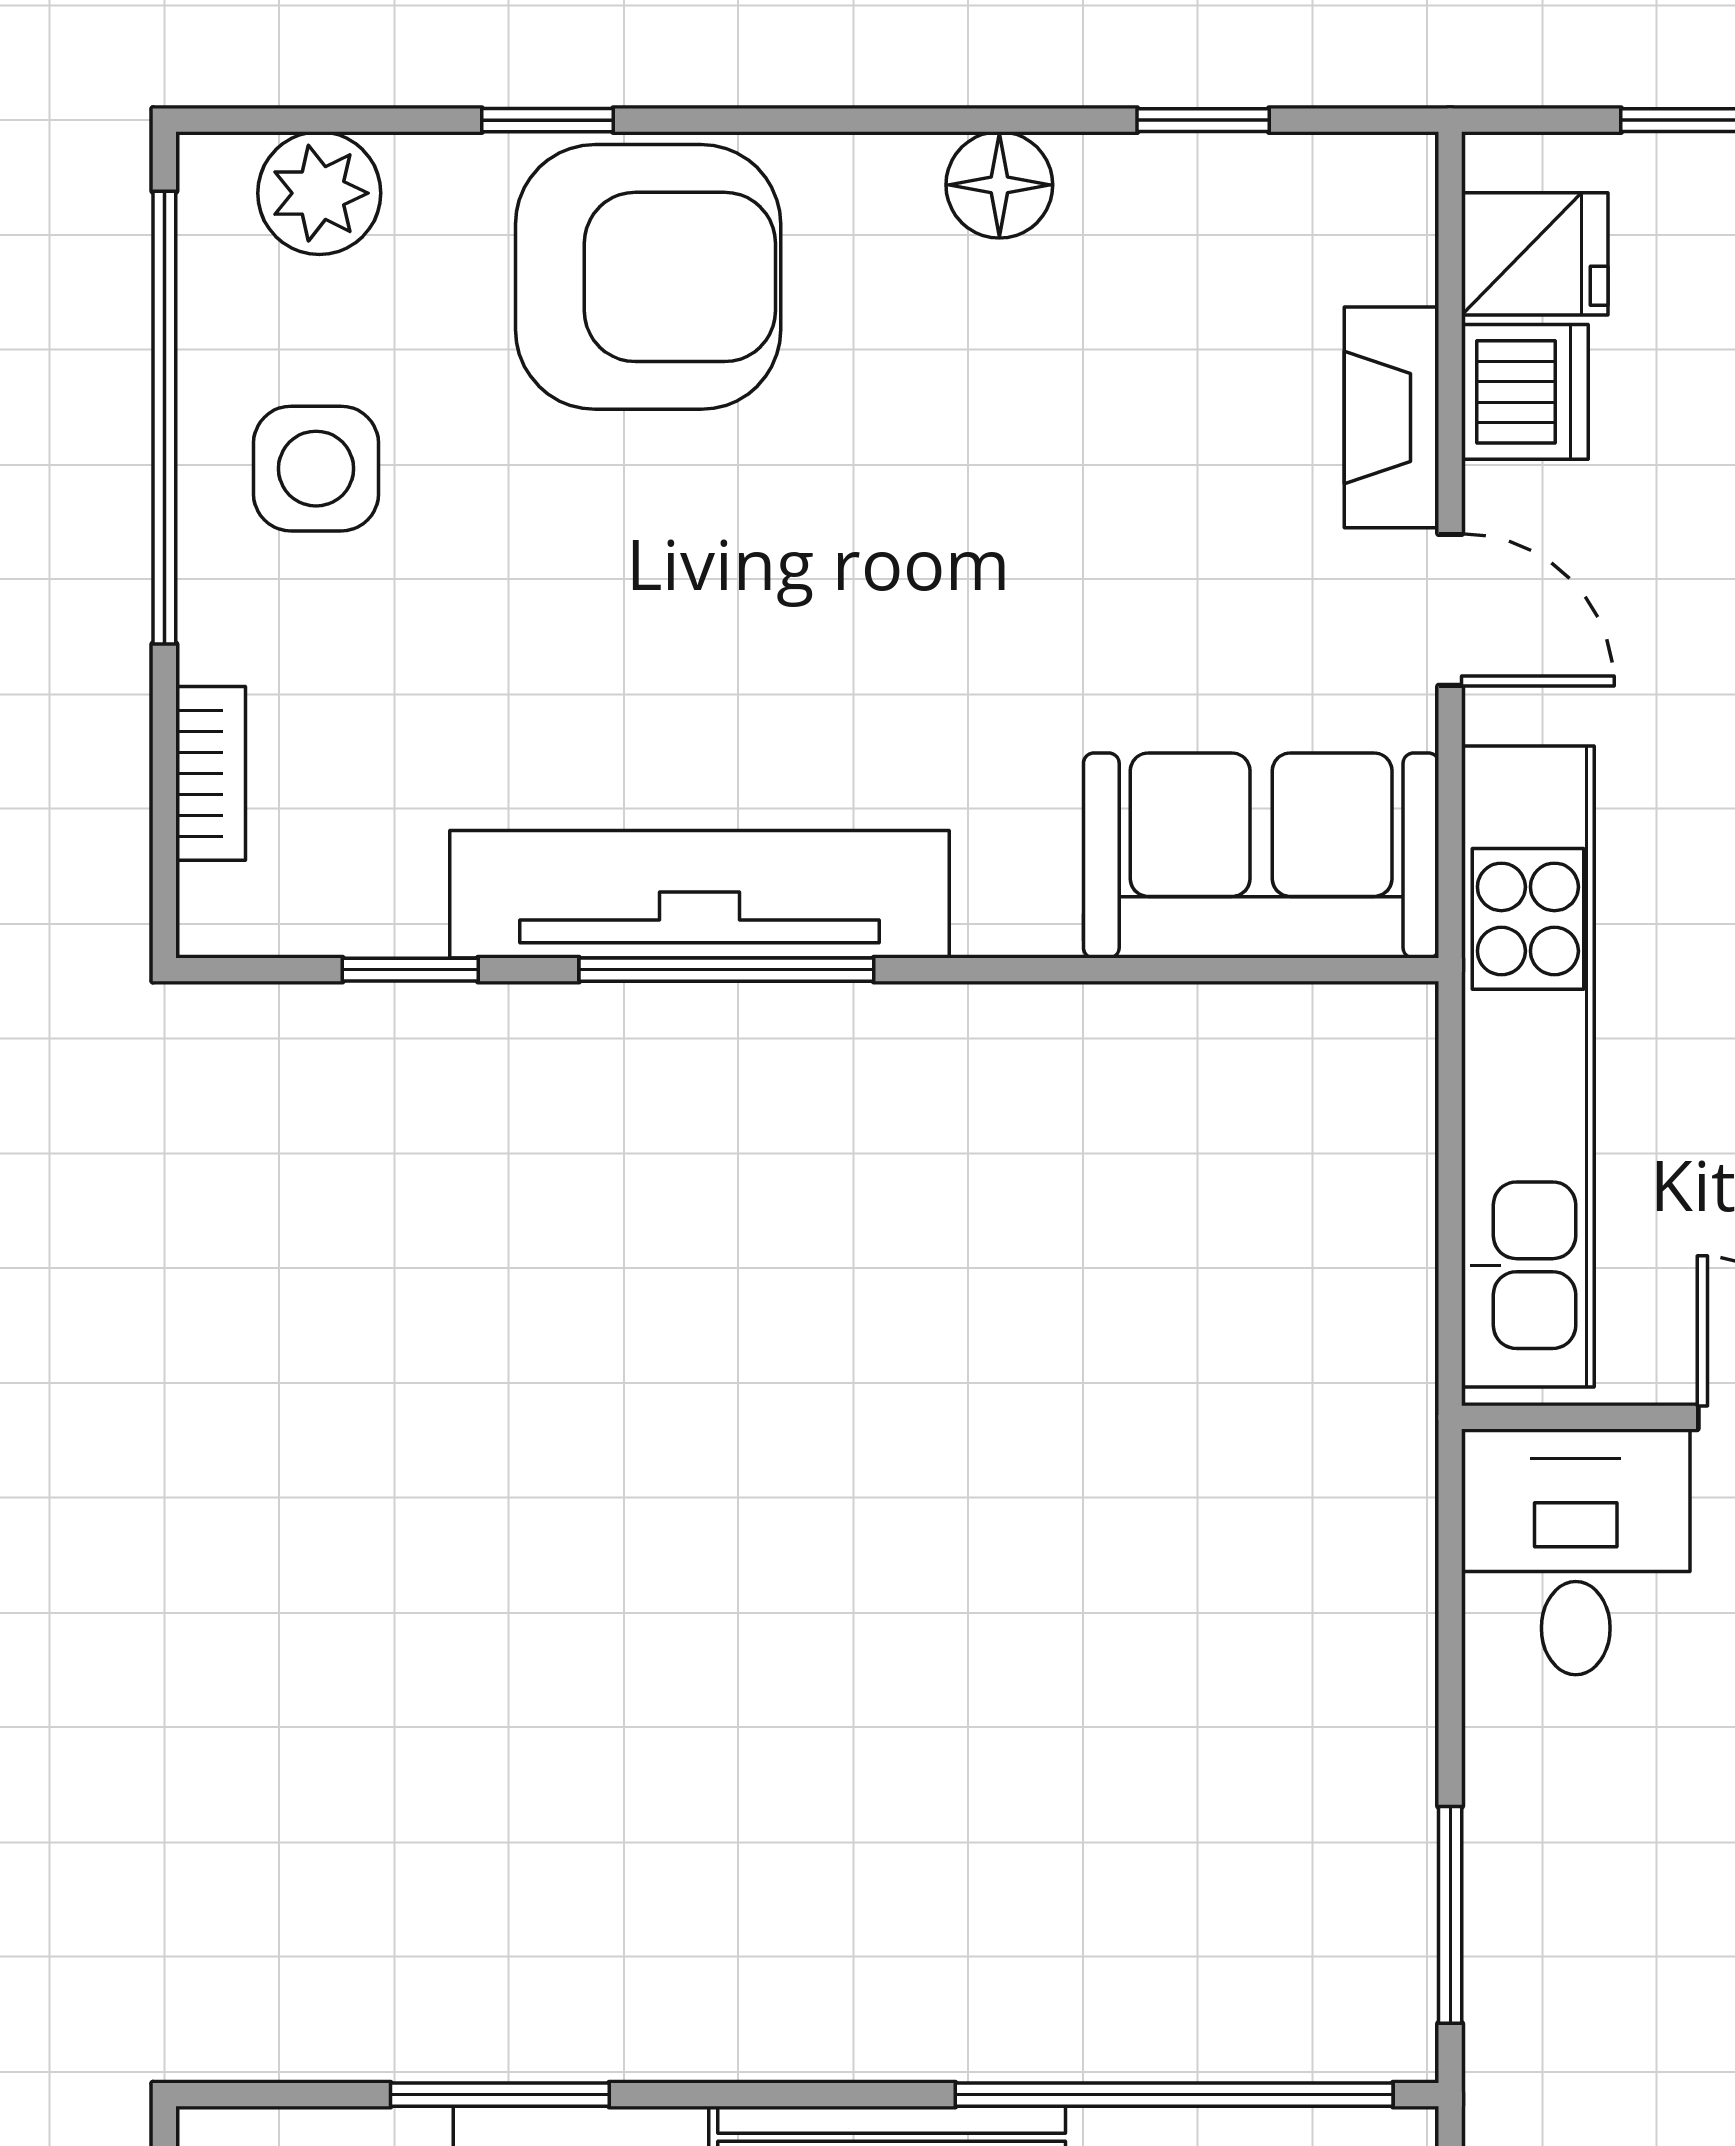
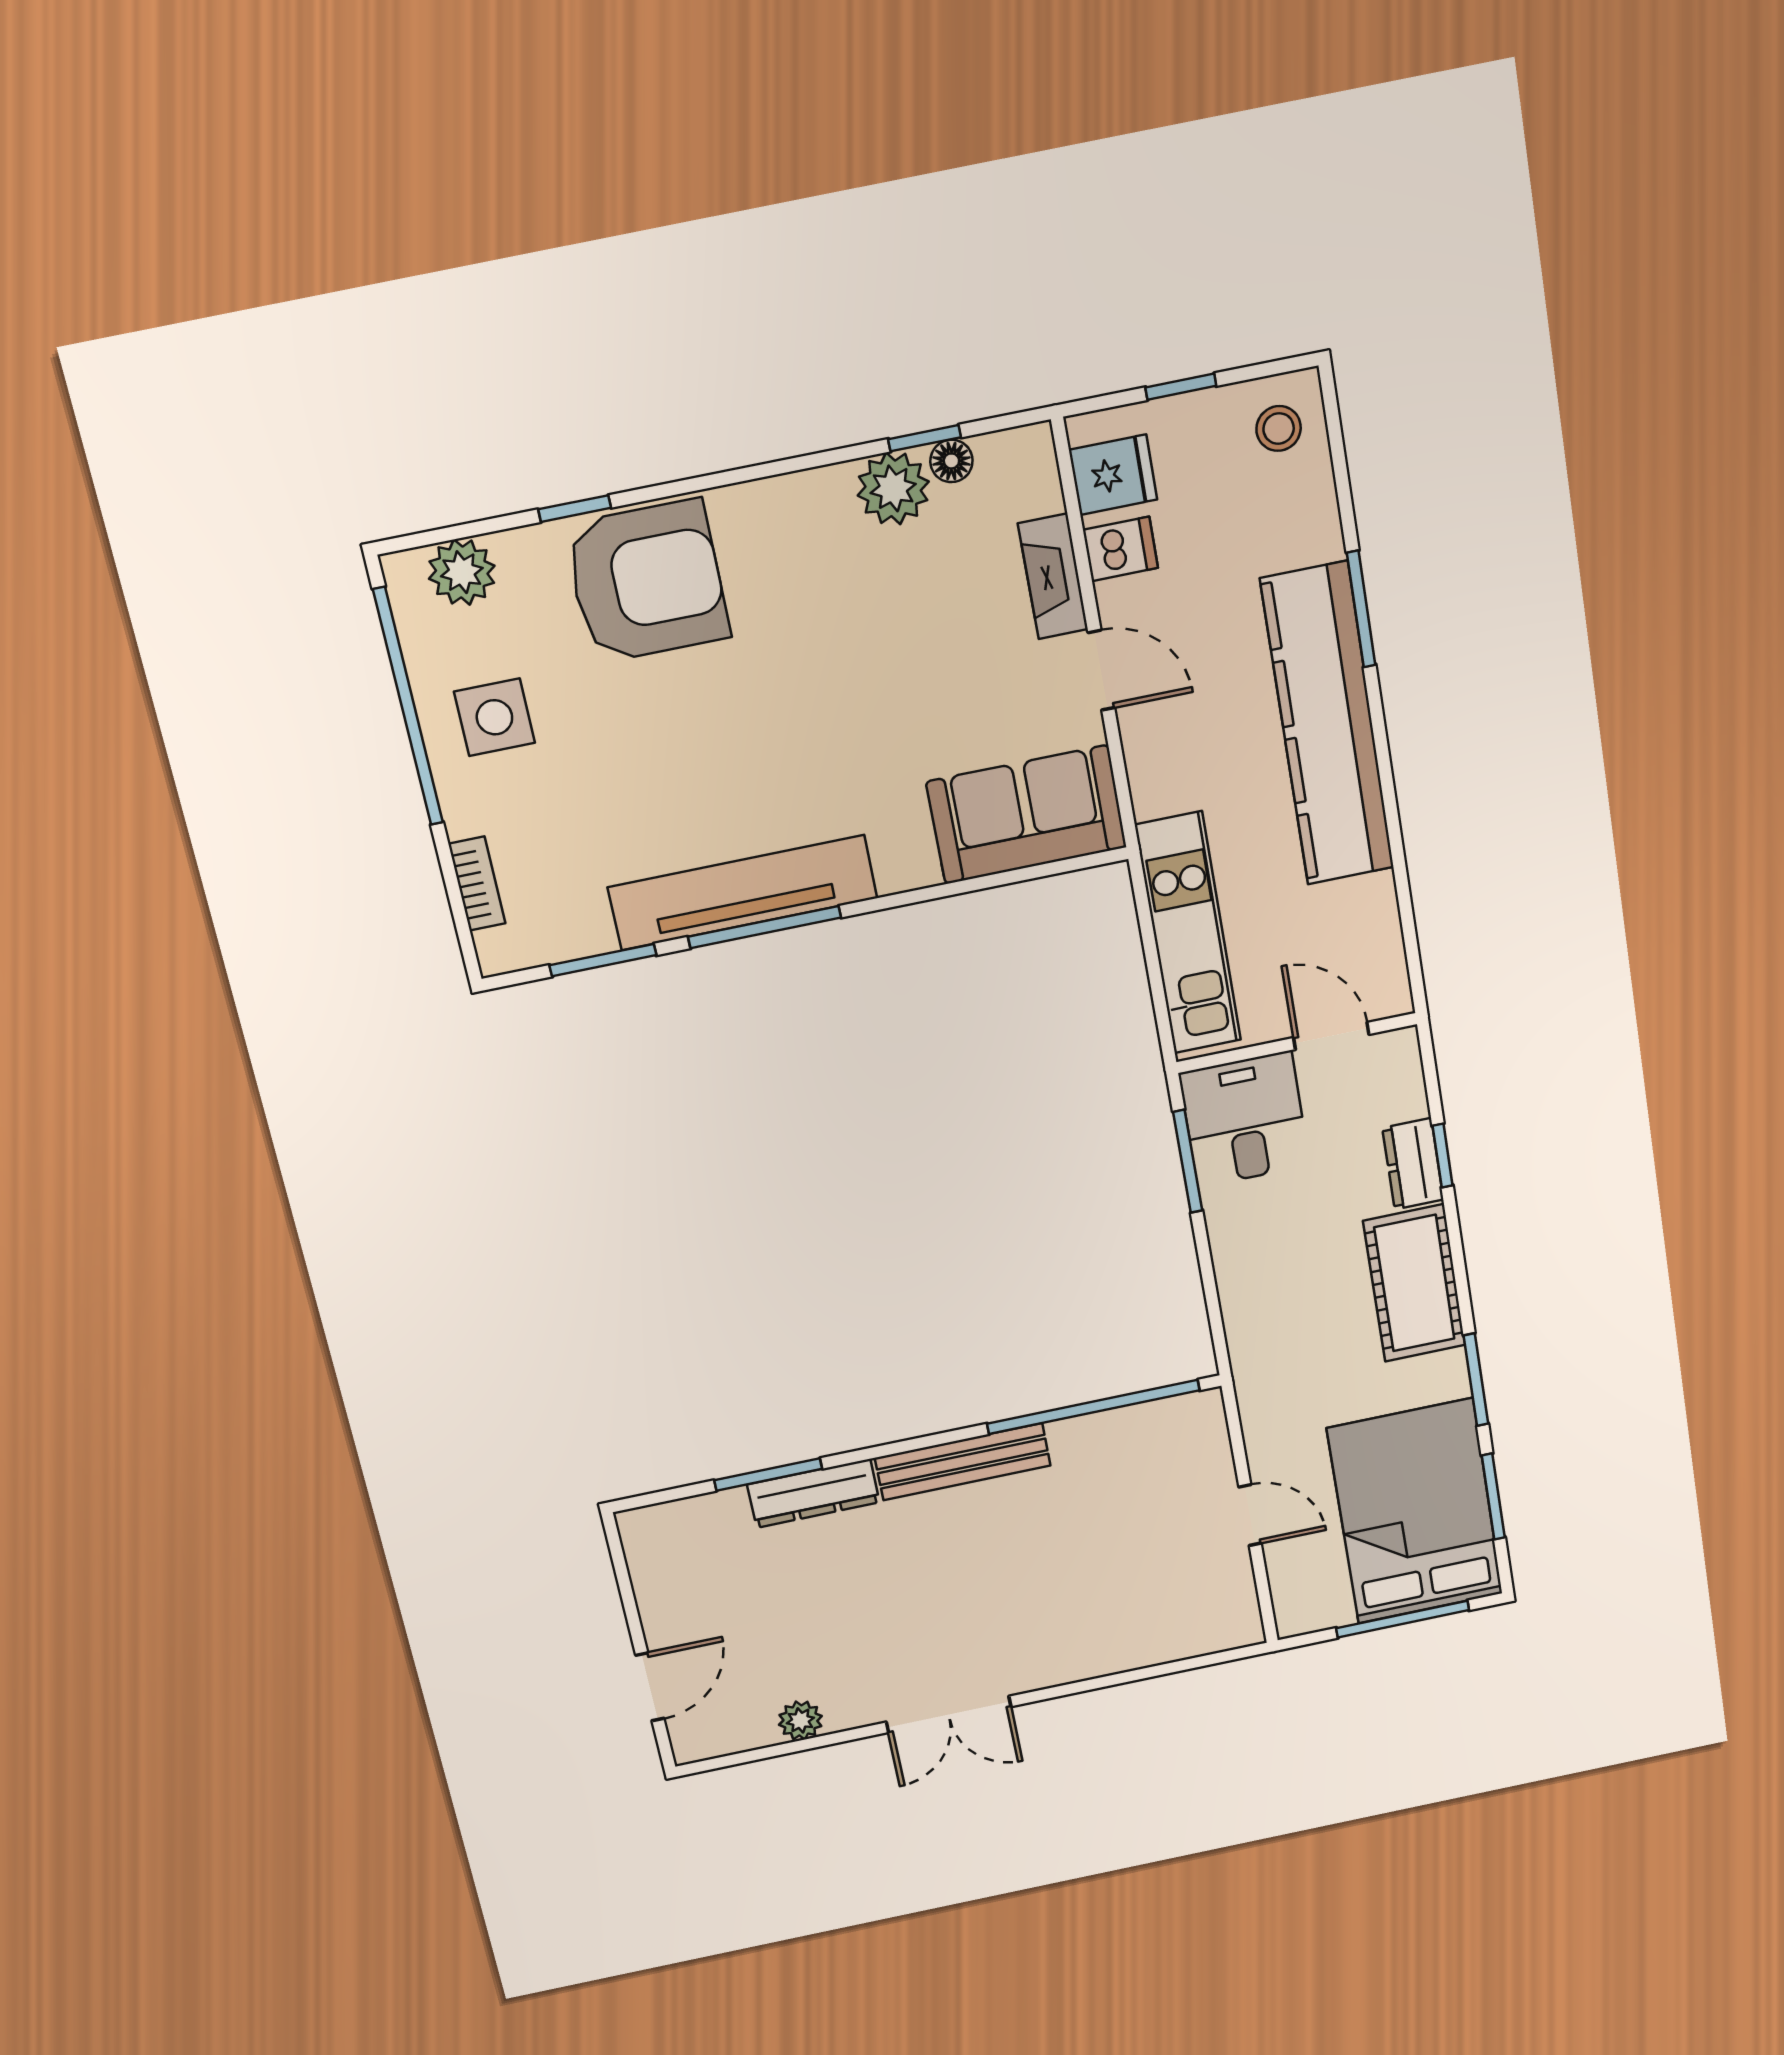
floor lamp: (999, 185) -> (951, 461), moved, width x0.73, depth x0.73
plant: (1129, 199) -> (893, 488), added
dishwasher: (1525, 392) -> (1120, 549), width x0.73
window: (410, 970) -> (603, 960), width x1.50
kitchen unit: (1528, 1066) -> (1188, 933), width x0.73
window: (1450, 1915) -> (1188, 1161), moved

